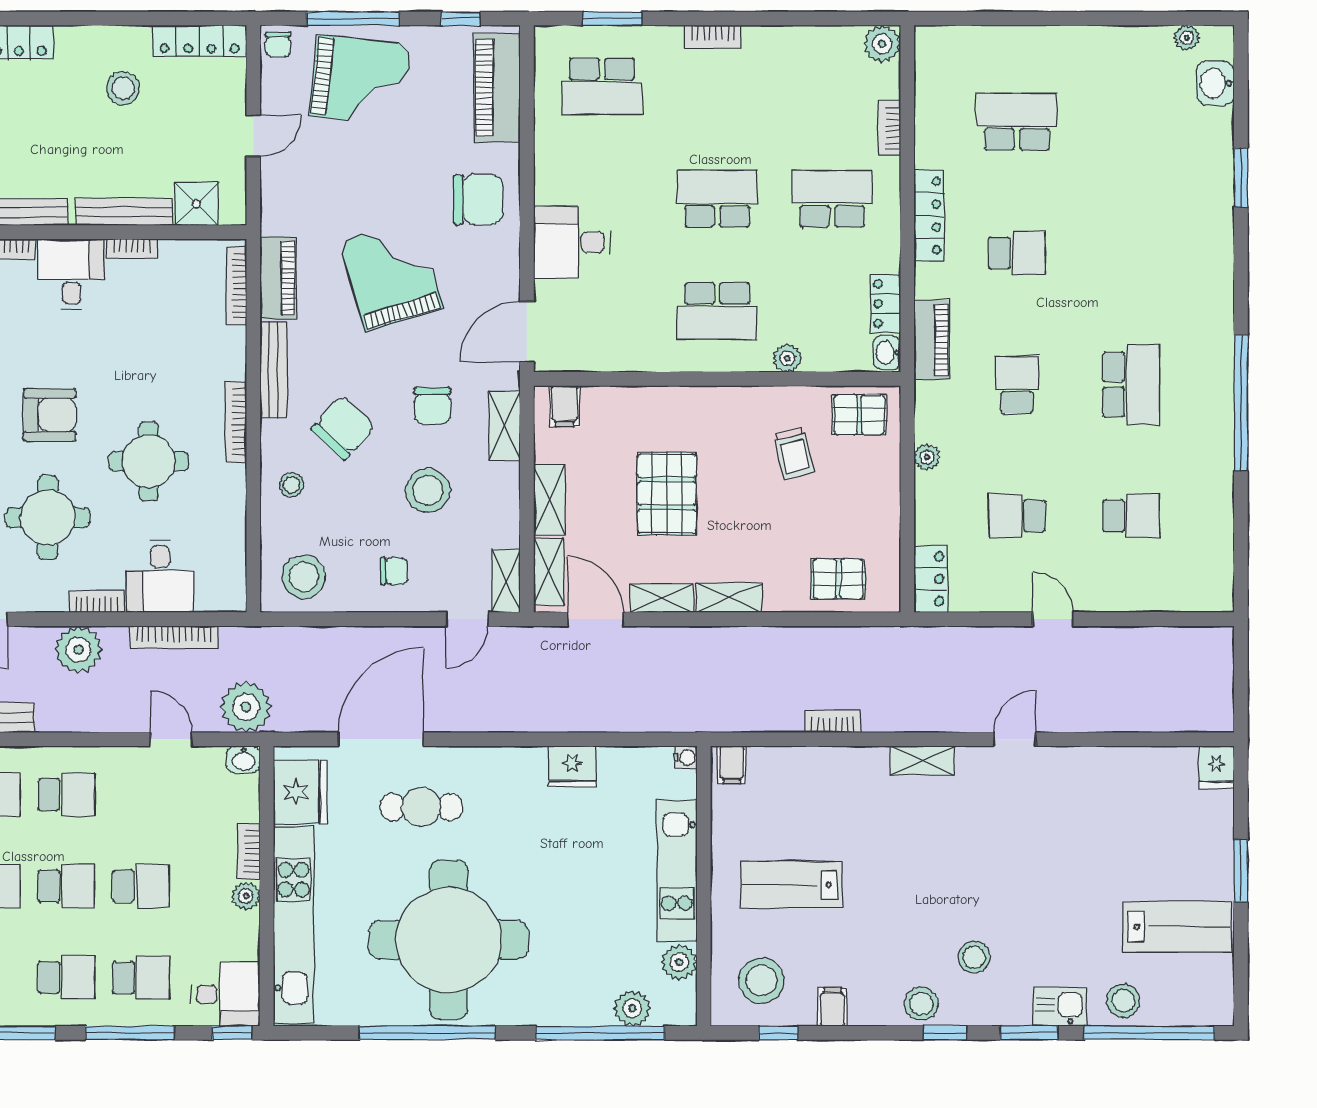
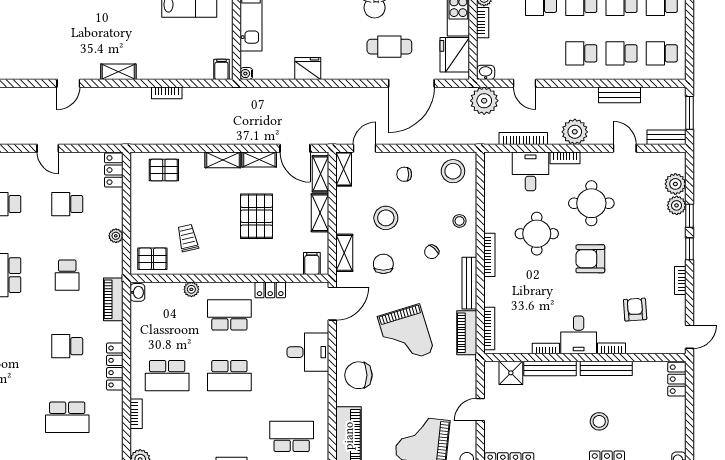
stool: (123, 88) -> (599, 421), moved
locker: (886, 304) -> (270, 290), moved, turned 90
chair: (343, 428) -> (432, 252), width x0.54, depth x0.54
school desk: (1017, 516) -> (67, 204), turned 180

